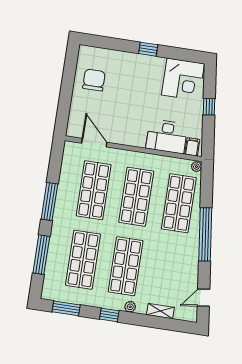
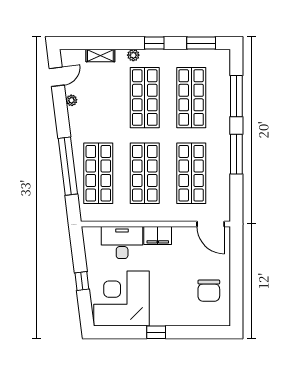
corner desk: (183, 79) -> (122, 299), width x1.36, depth x1.36
door: (94, 143) -> (211, 224), moved
filing cabinet: (192, 147) -> (158, 235), moved, width x2.00
plant: (196, 167) -> (71, 100), moved
window: (205, 234) -> (68, 166), moved

